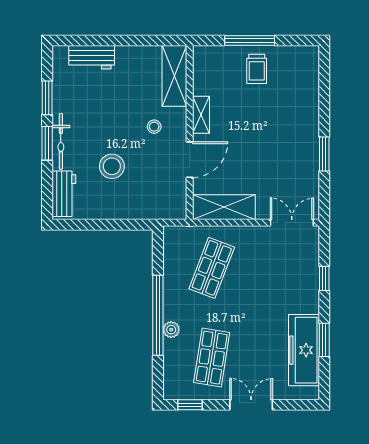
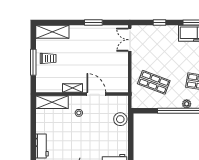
stool: (112, 166) -> (120, 119), moved
shelving: (224, 207) -> (52, 32), moved, turned 90

